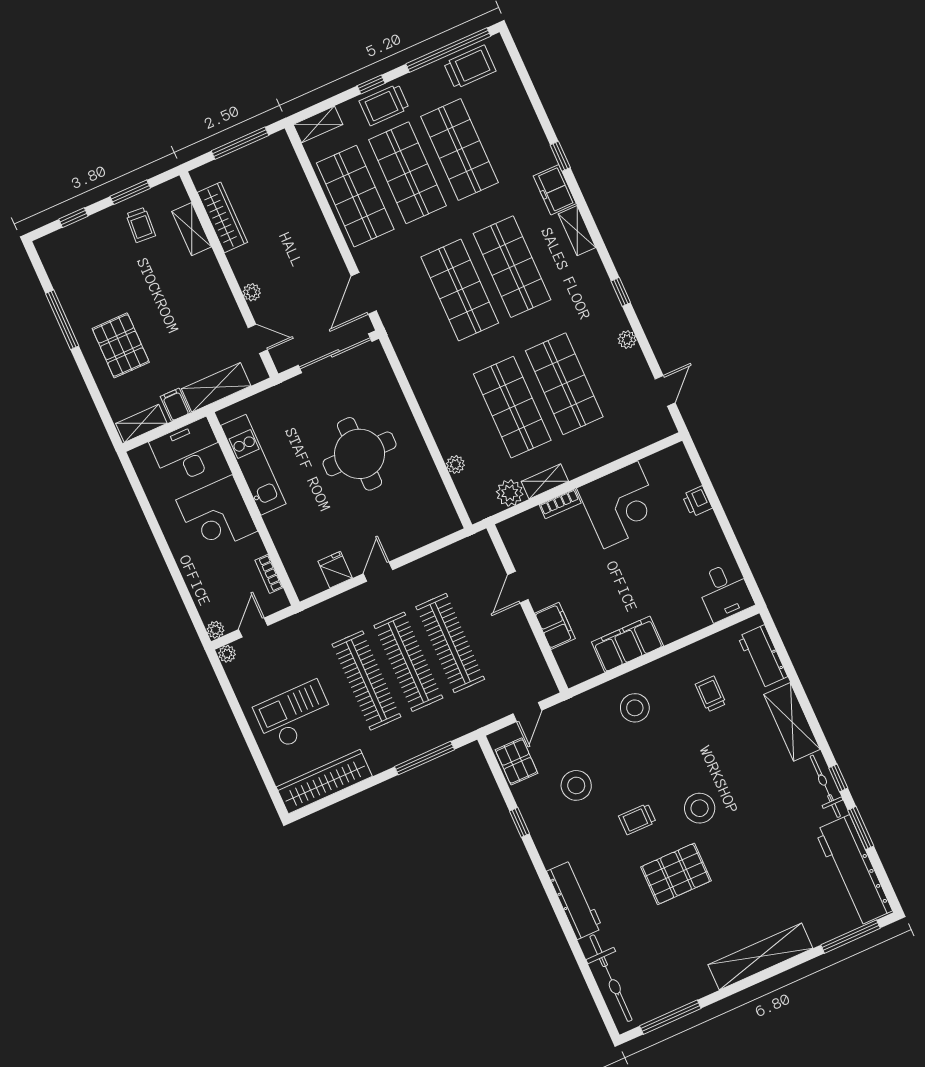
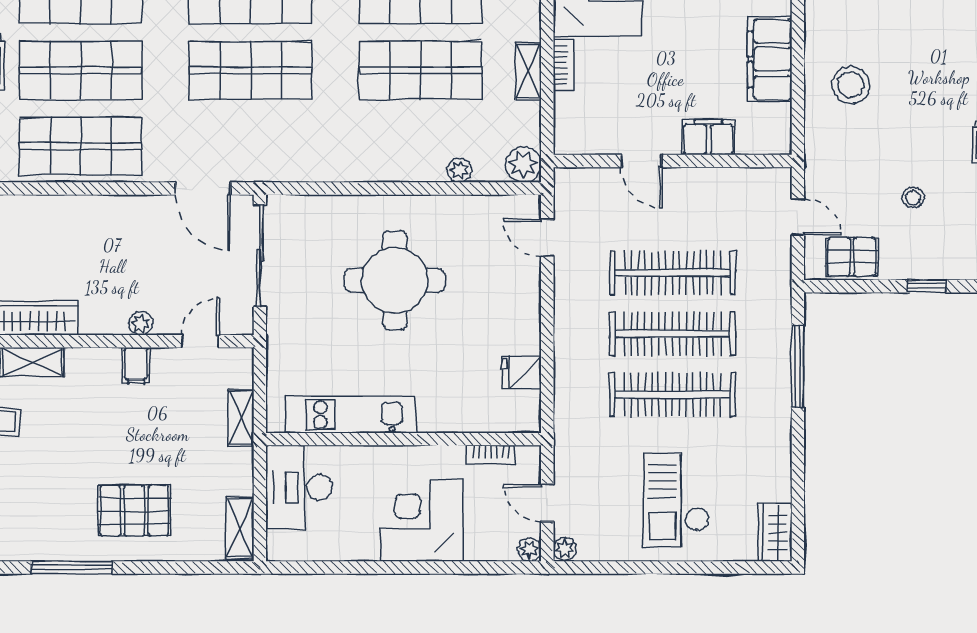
shelving: (216, 387) -> (241, 418), width x0.67, depth x0.75
filing cabinet: (175, 405) -> (136, 366), moved, turned -90
plant: (510, 493) -> (523, 164), moved
corner desk: (217, 516) -> (422, 520), moved, turned 180
door: (378, 572) -> (547, 238), moved
wardrobe: (324, 782) -> (775, 532), width x0.48, depth x0.85
stool: (576, 785) -> (913, 198), width x0.53, depth x0.53

